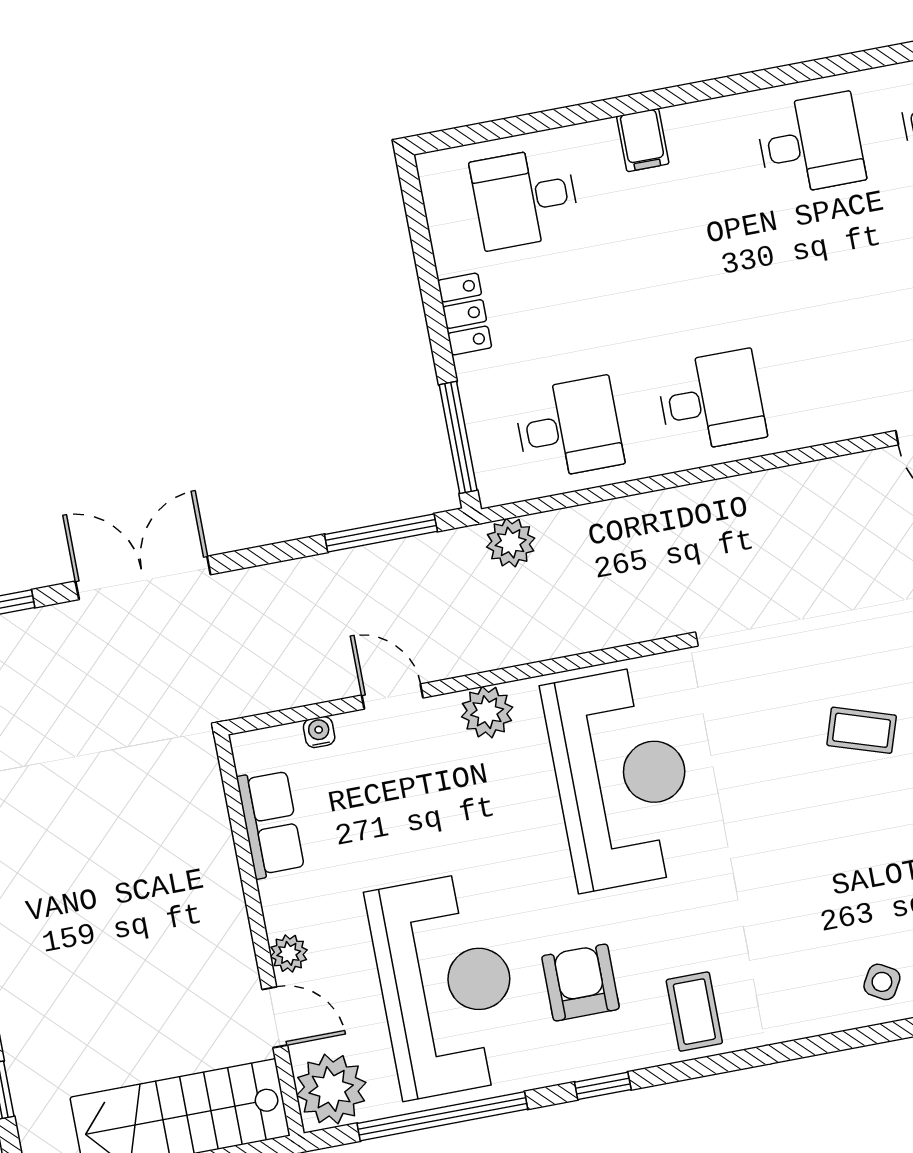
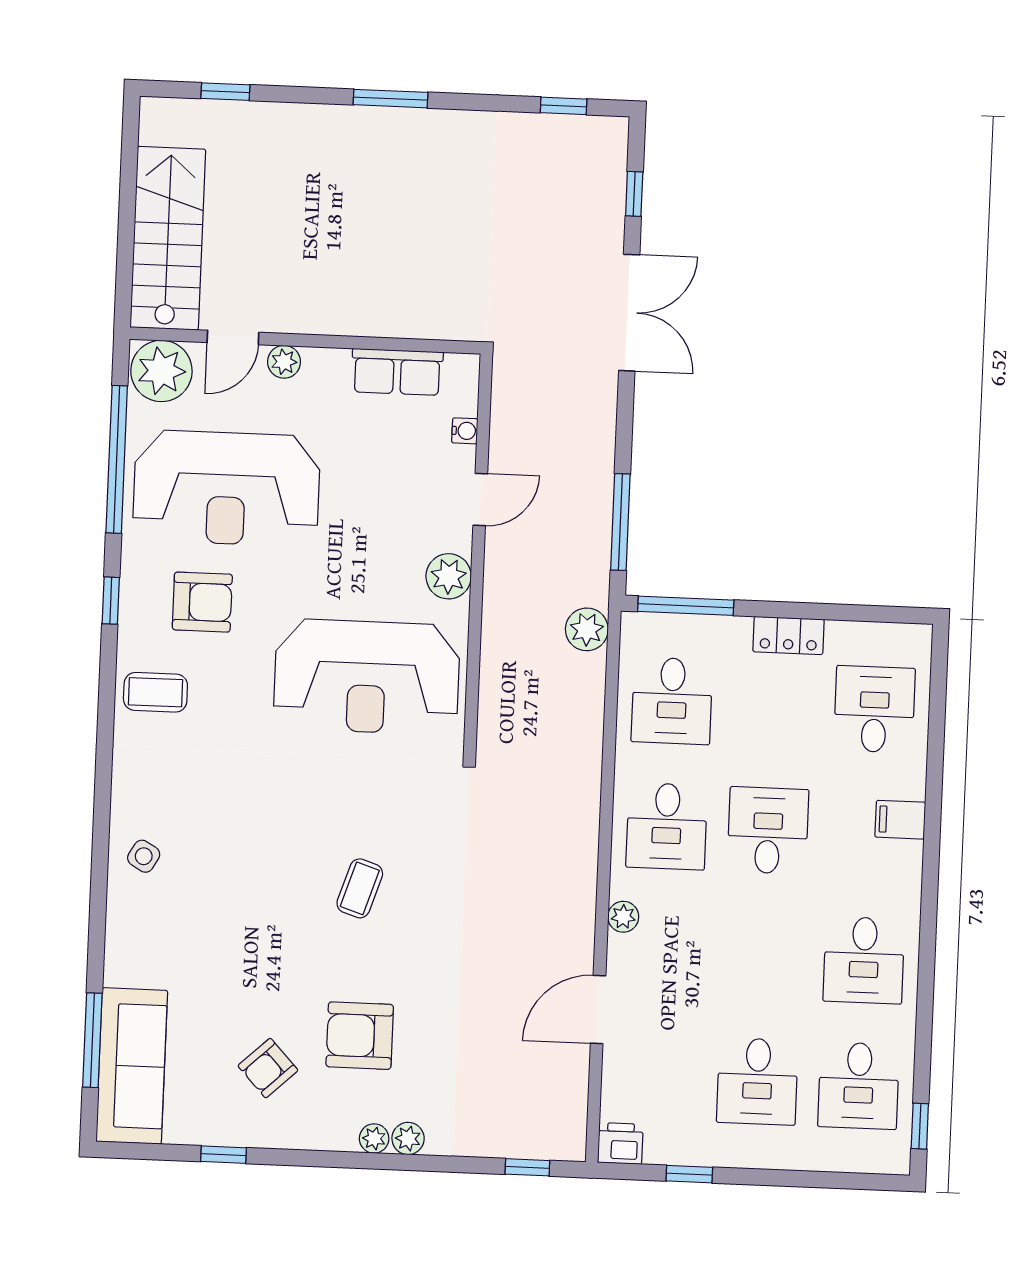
desk: (689, 286) -> (768, 830), added
plant: (824, 426) -> (623, 917), added

